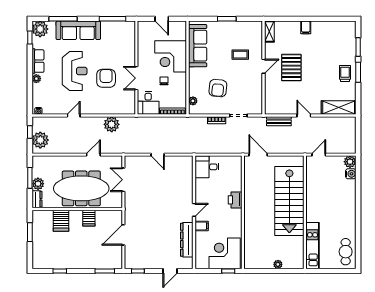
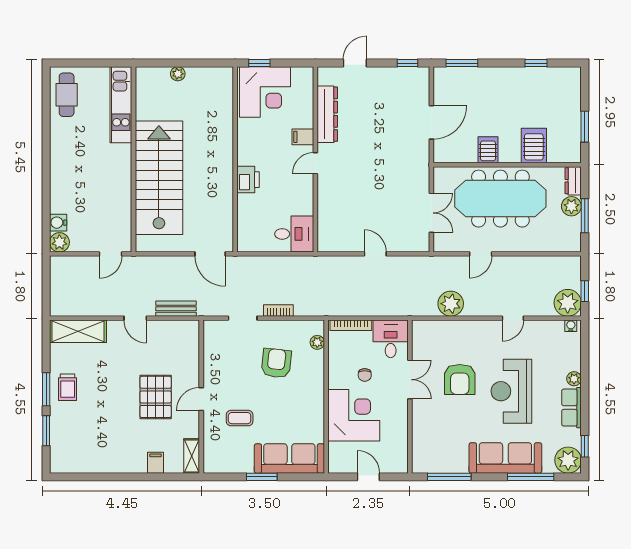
filing cabinet: (306, 27) -> (156, 463), moved
sofa: (198, 46) -> (289, 458), moved, turned 90
plant: (40, 140) -> (568, 303), moved

